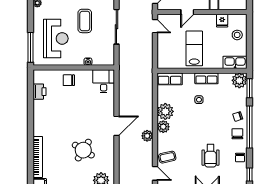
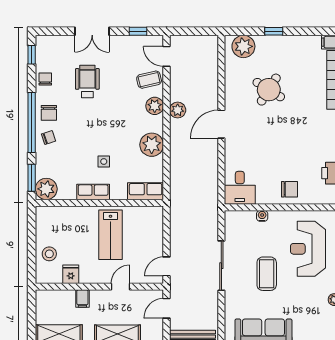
door: (155, 26) -> (167, 266), hinge flipped
kitchen sink: (235, 62) -> (52, 215), removed
plant: (163, 127) -> (155, 106), moved

